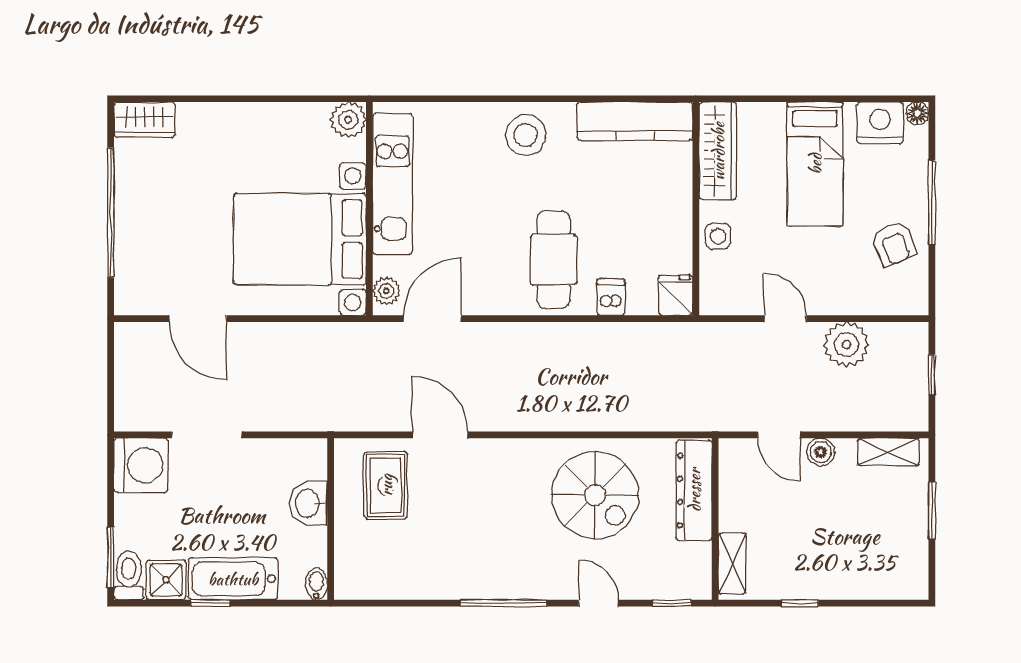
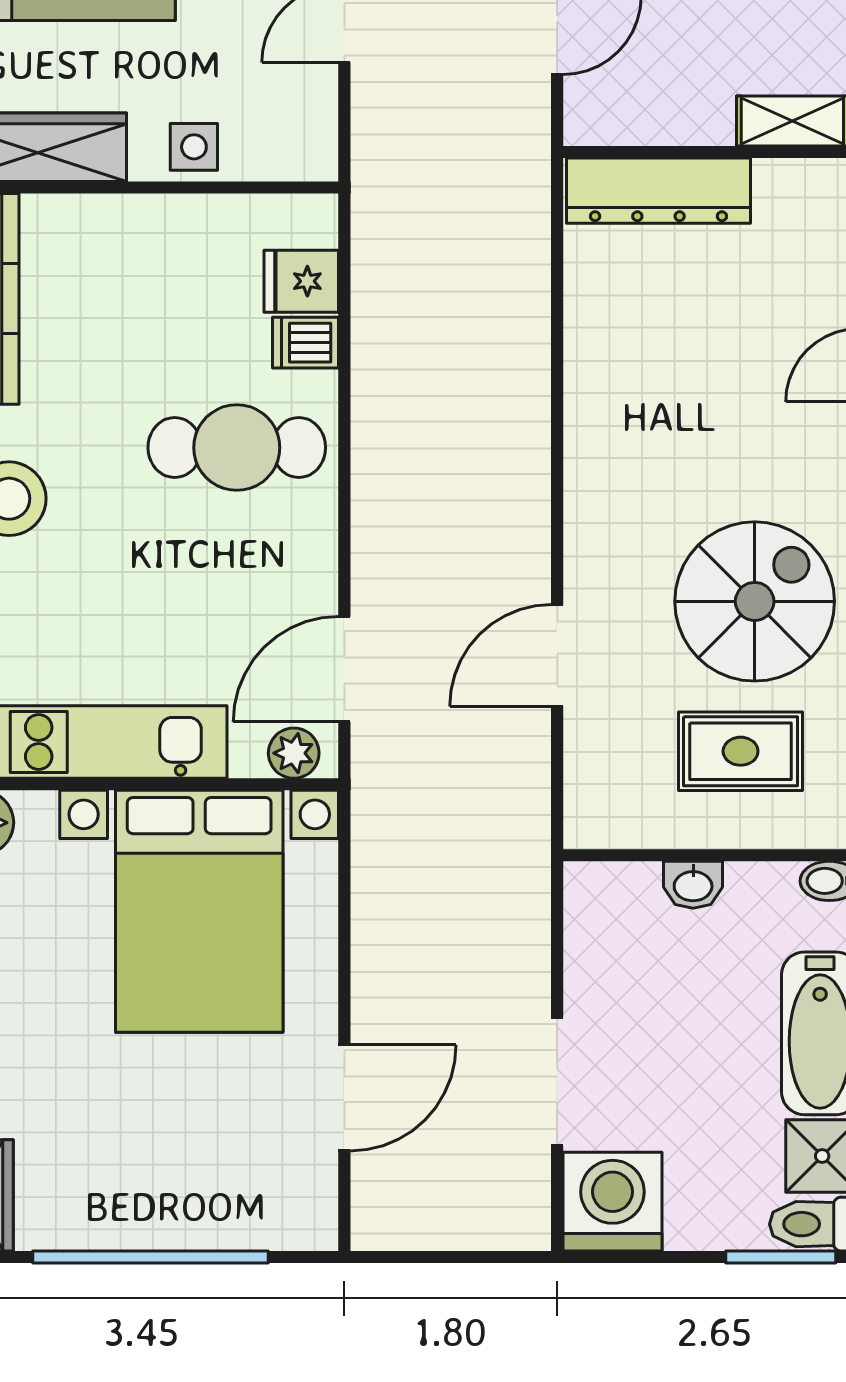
fridge: (676, 295) -> (301, 281), moved
door: (432, 319) -> (344, 669), hinge flipped
rug: (386, 485) -> (741, 751), moved
spiral stairs: (595, 495) -> (755, 601), moved
washbasin: (309, 503) -> (693, 885), width x0.72, depth x0.69

